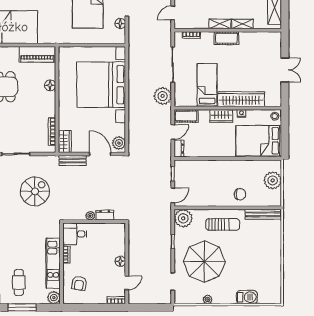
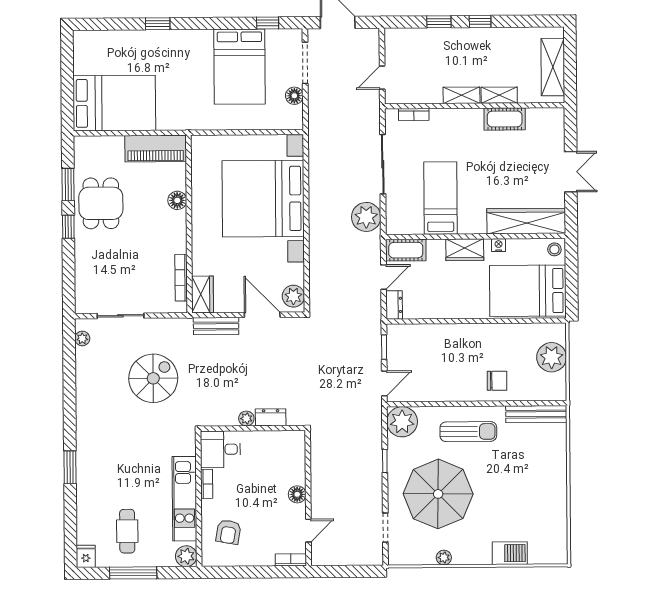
cot: (226, 38) -> (505, 119), moved
wardrobe: (241, 99) -> (526, 221), moved

